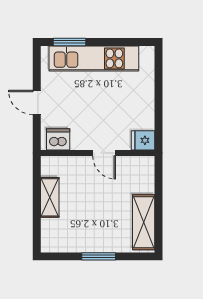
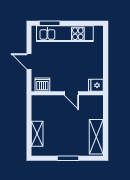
shelving: (50, 197) -> (37, 134), moved

